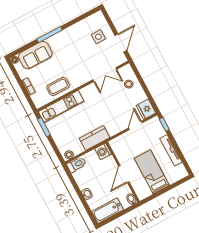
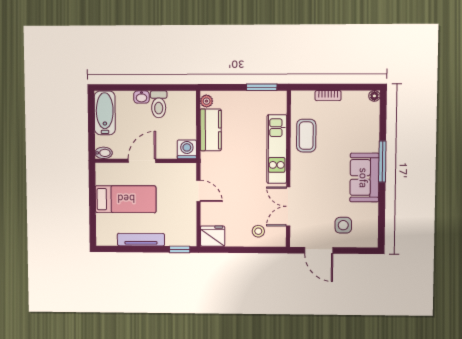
sofa: (35, 55) -> (364, 178), moved
kitchen unit: (61, 107) -> (277, 149), moved
door: (135, 125) -> (198, 191), moved
kitchen counter: (94, 138) -> (211, 130), moved
toilet: (76, 164) -> (159, 104), moved
door: (124, 174) -> (142, 161), hinge flipped

